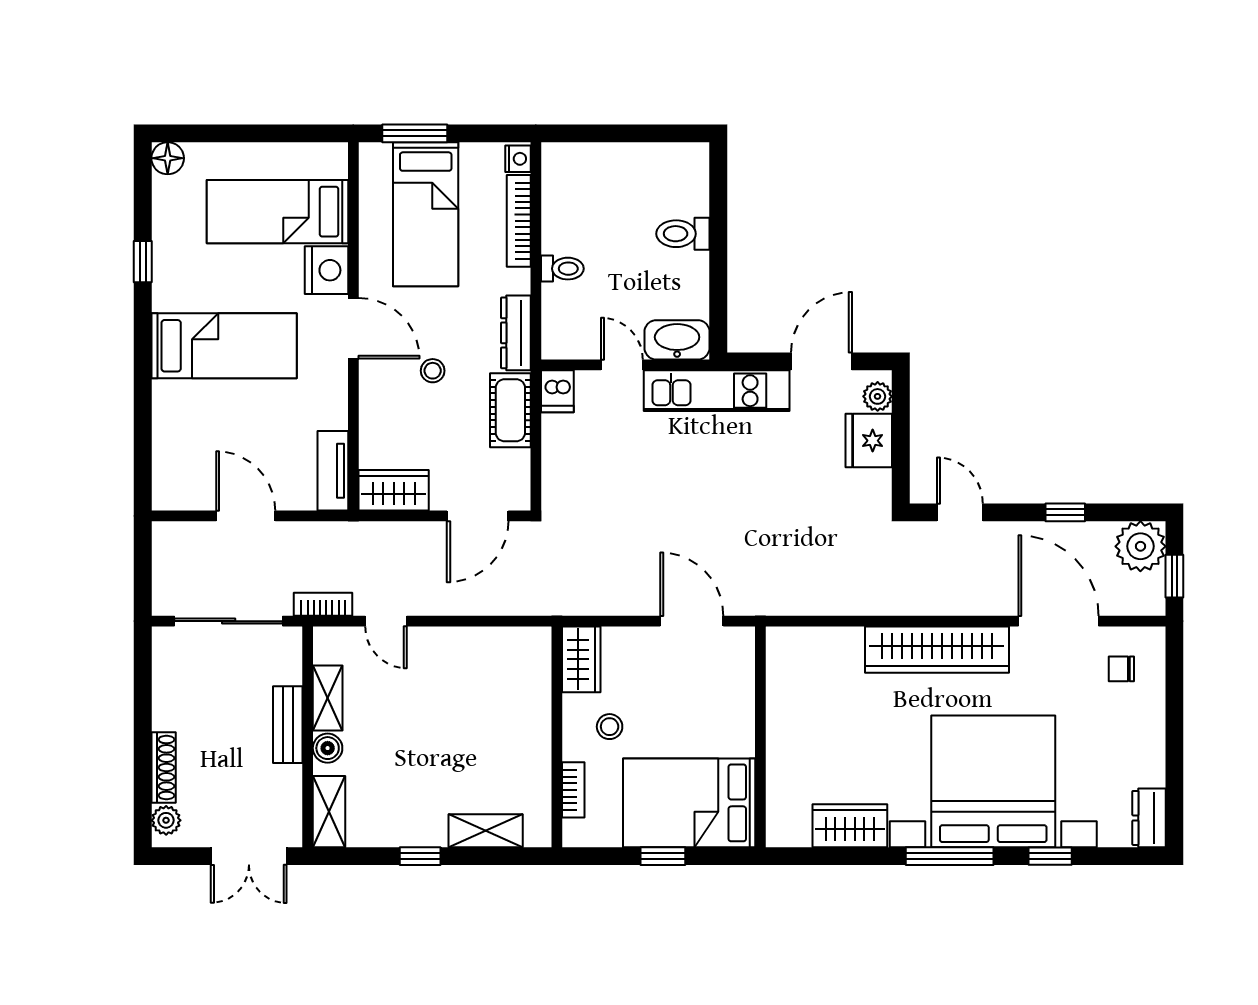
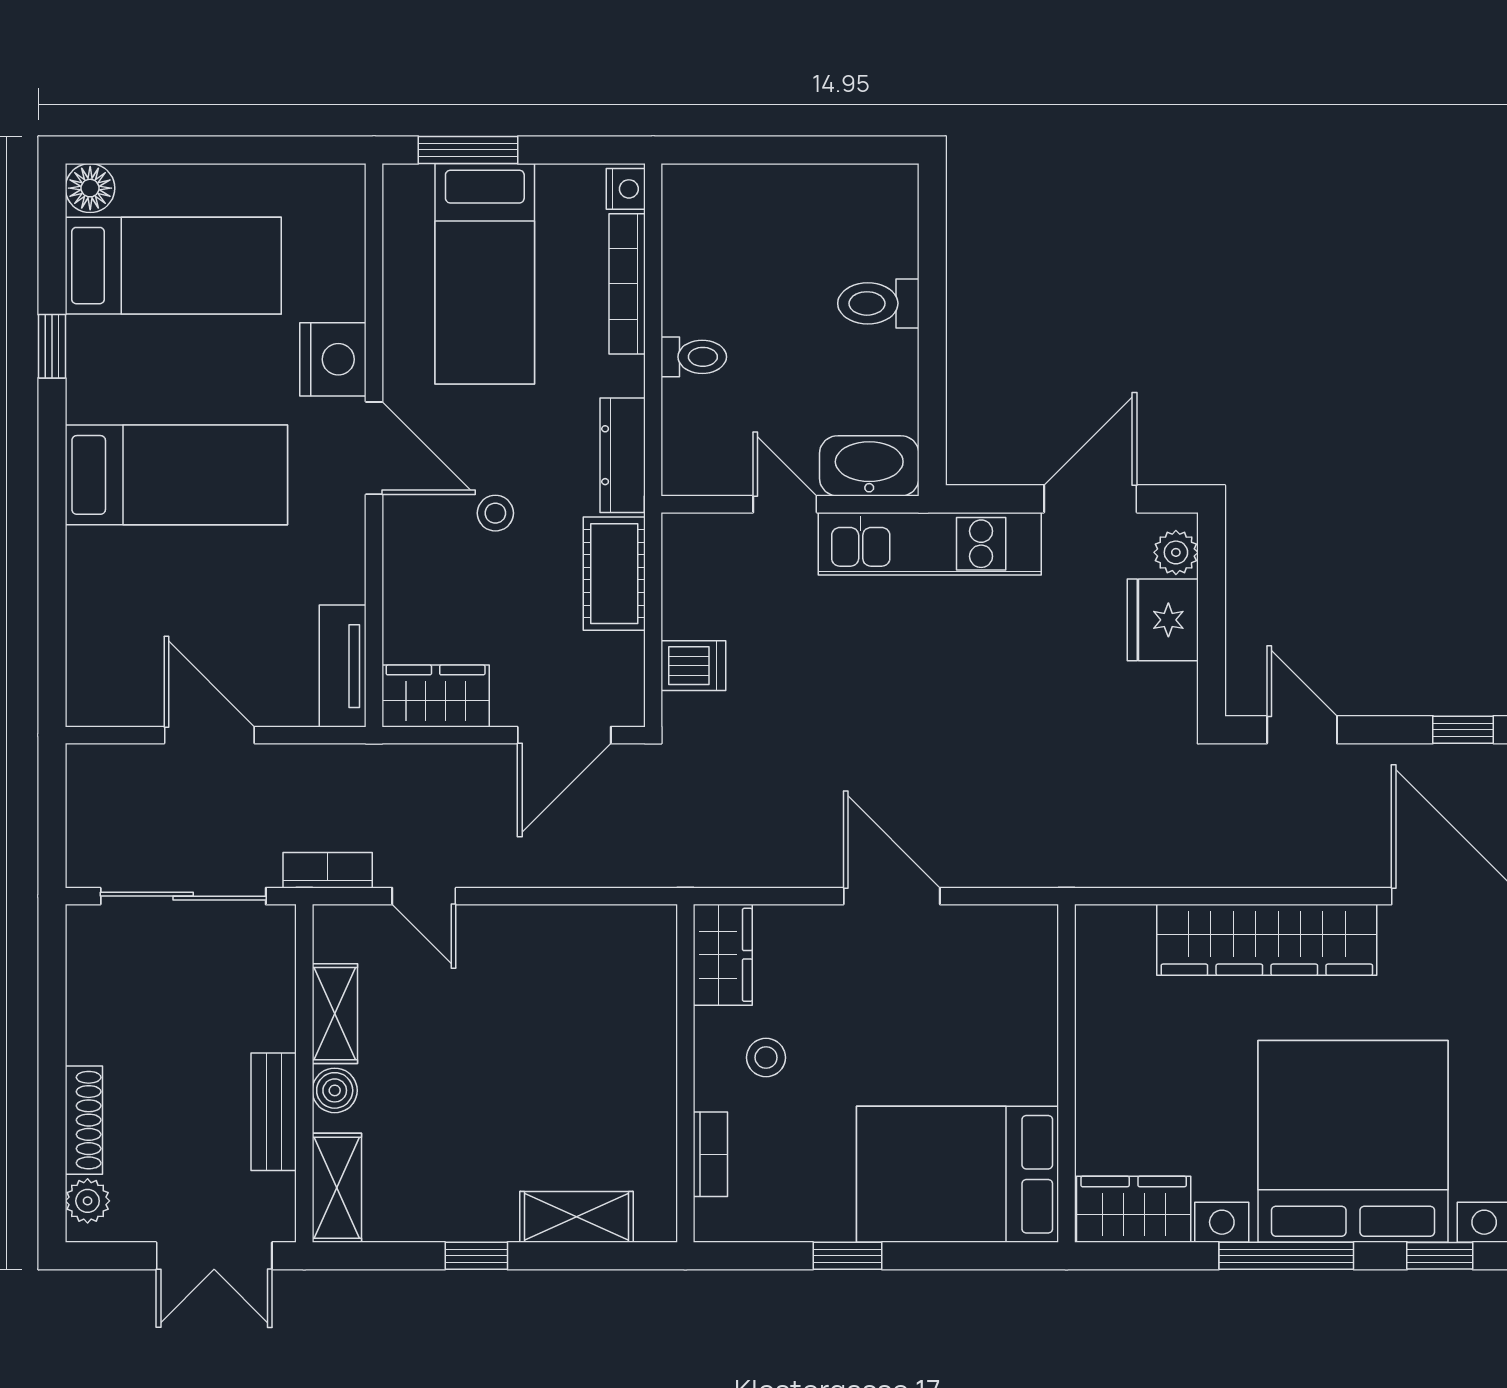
bed: (278, 212) -> (173, 266), moved, turned 180
dishwasher: (557, 391) -> (693, 666), moved, turned -90
bench: (288, 725) -> (274, 1112), moved
wall: (760, 737) -> (1066, 1073), moved
bed: (689, 803) -> (957, 1174), moved

